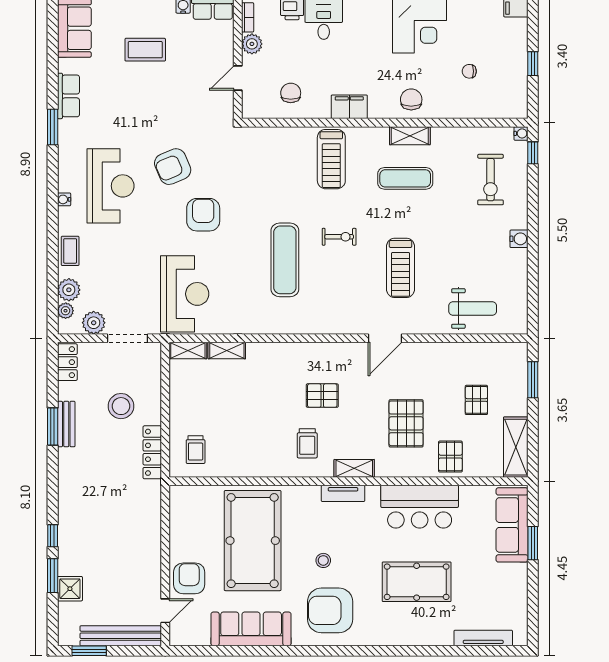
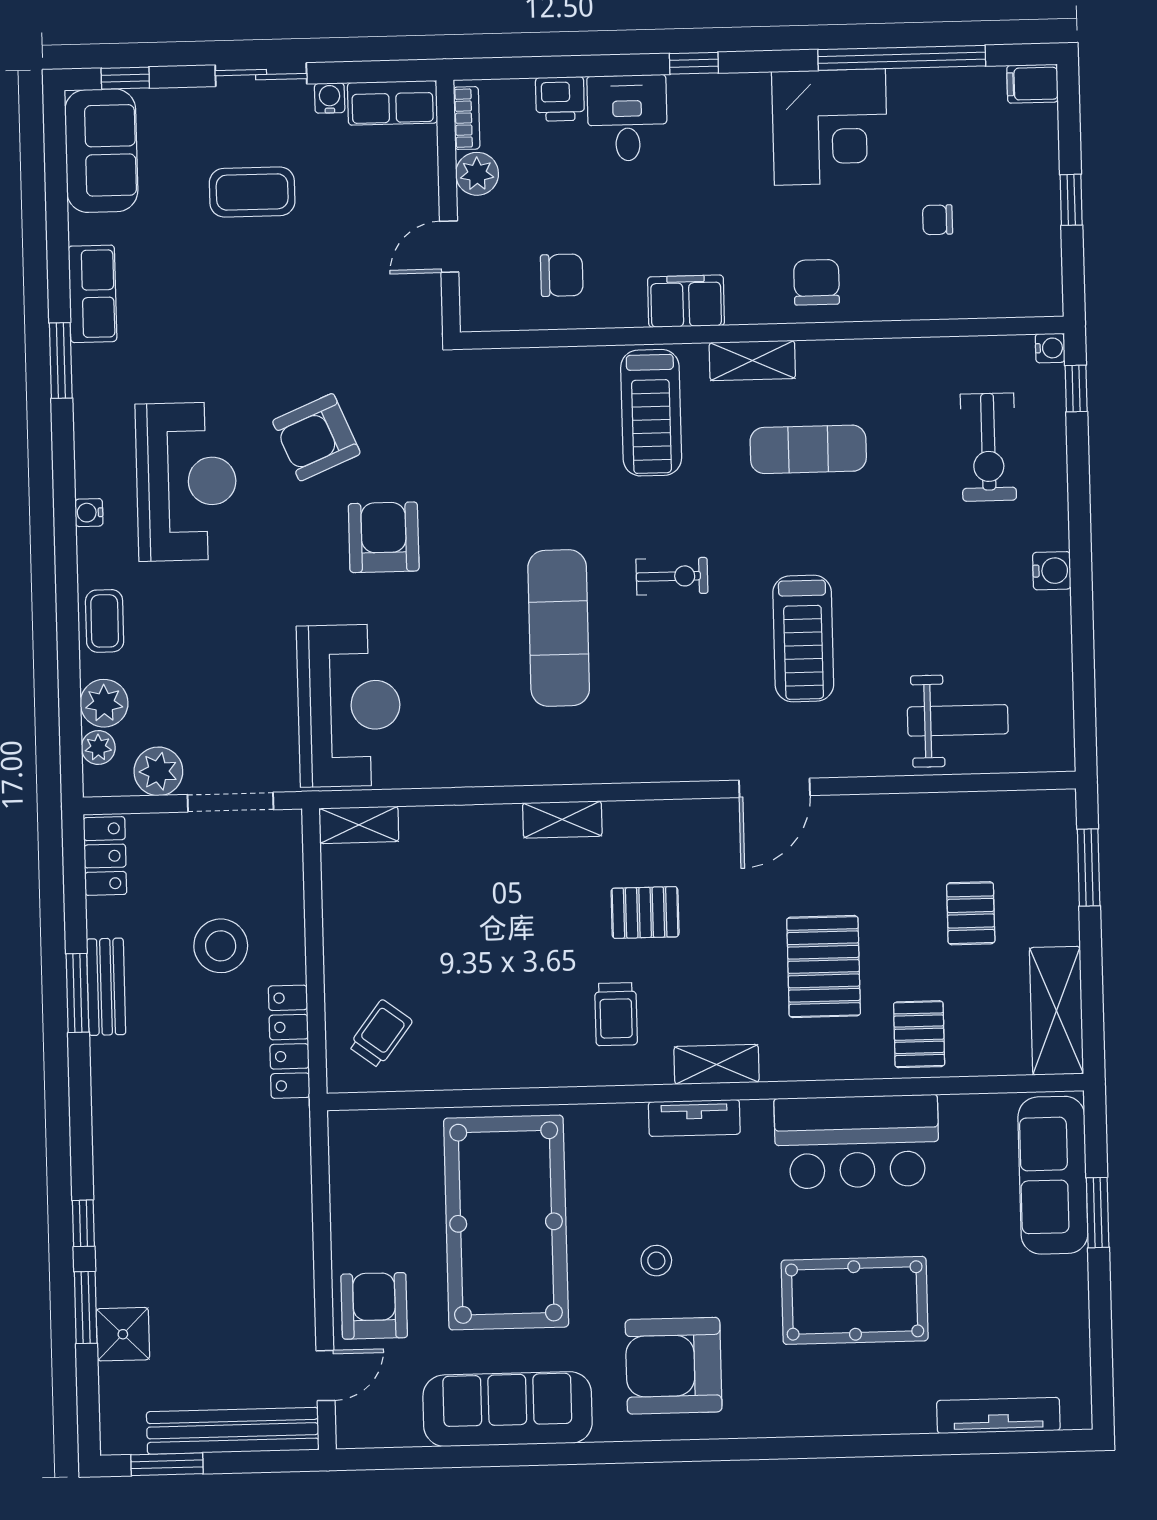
chair: (291, 93) -> (562, 275), turned 90
shelving: (410, 136) -> (752, 360), moved
shelving: (227, 351) -> (562, 819), moved
trolley: (196, 450) -> (380, 1034), turned -143

